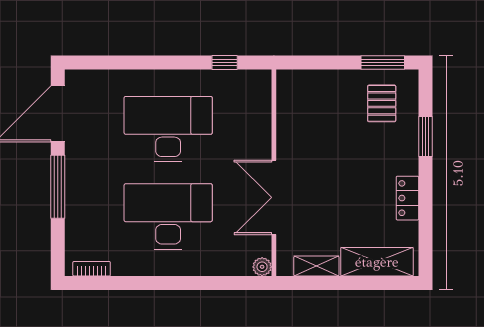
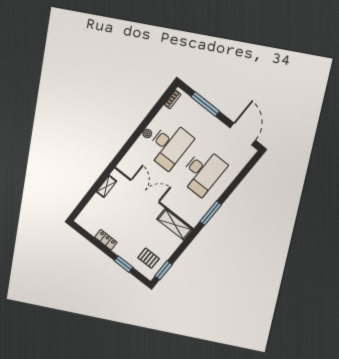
window: (225, 63) -> (211, 213), width x2.17
window: (58, 187) -> (205, 104), moved
shelving: (377, 262) -> (175, 225), moved, turned 90
plant: (262, 267) -> (147, 134), moved

